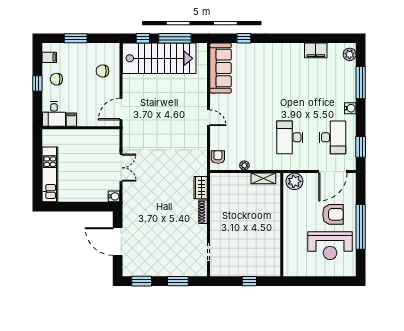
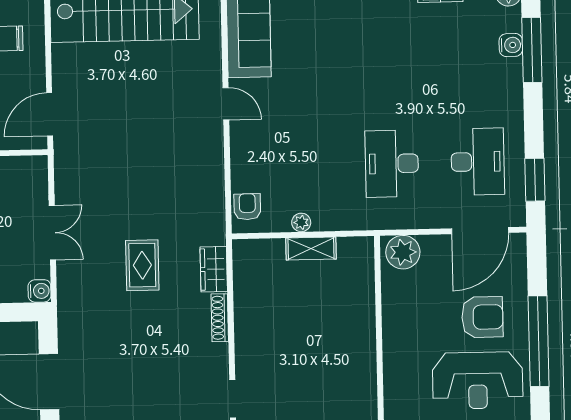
water cooler: (350, 108) -> (511, 45), moved
door: (208, 118) -> (226, 104), moved
shelving: (263, 178) -> (311, 248), moved
rug: (165, 185) -> (142, 265), added

